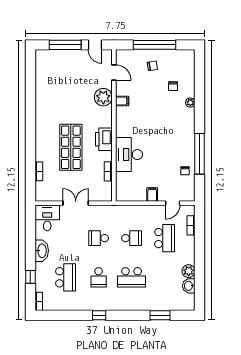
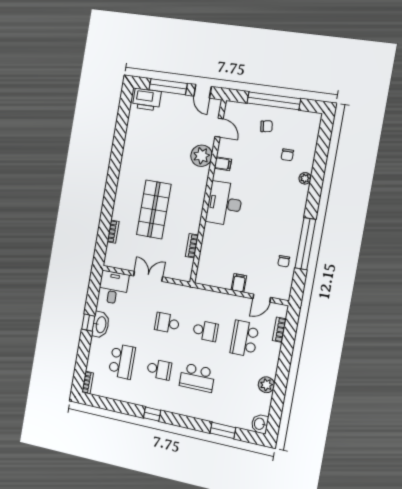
printer: (104, 139) -> (147, 99), moved, turned -90
desk: (129, 155) -> (224, 203), moved
school desk: (165, 238) -> (244, 339), turned 180
window: (30, 277) -> (88, 323), moved
school desk: (99, 277) -> (159, 369), turned -90
washbasin: (189, 286) -> (260, 424), moved

